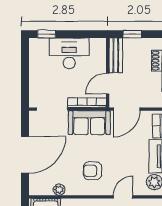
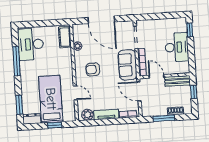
armchair: (92, 171) -> (93, 69), turned -92

